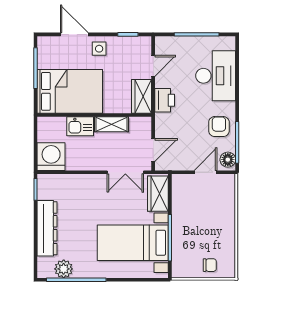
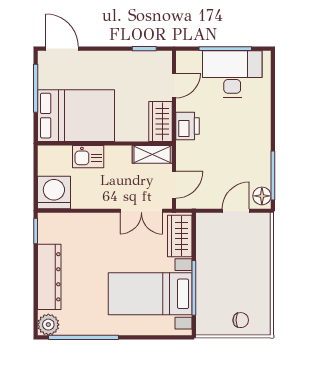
door: (74, 34) -> (62, 49), moved
side table: (99, 49) -> (110, 65), removed
desk: (216, 76) -> (232, 74), moved, turned -90
shelving: (112, 124) -> (152, 154), moved
armchair: (219, 127) -> (252, 157), removed
plant: (64, 269) -> (48, 325), moved

